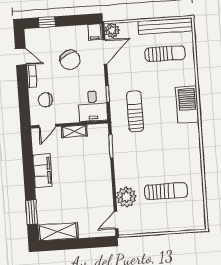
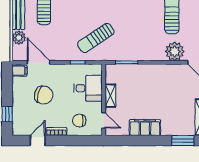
plant: (112, 30) -> (19, 37), moved
chair: (70, 60) -> (44, 95), turned 41
chair: (45, 100) -> (79, 121), turned 90
desk: (93, 106) -> (88, 88), moved
sun lounger: (135, 111) -> (96, 38), turned -34

